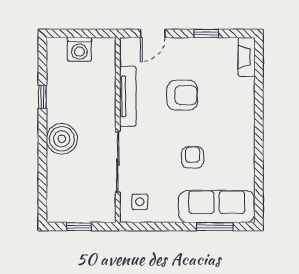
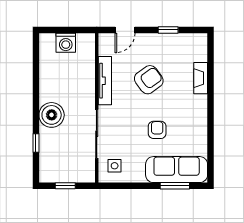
fireplace: (247, 57) -> (201, 78), moved
armchair: (182, 95) -> (149, 80), turned -36
window: (42, 97) -> (36, 143), moved

